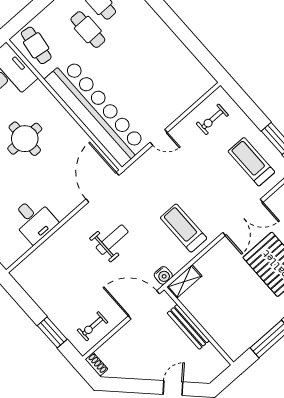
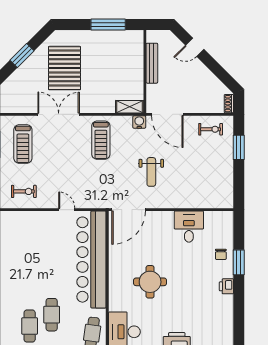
weight bench: (112, 240) -> (151, 172), turned -90
bench: (188, 327) -> (152, 63), moved

